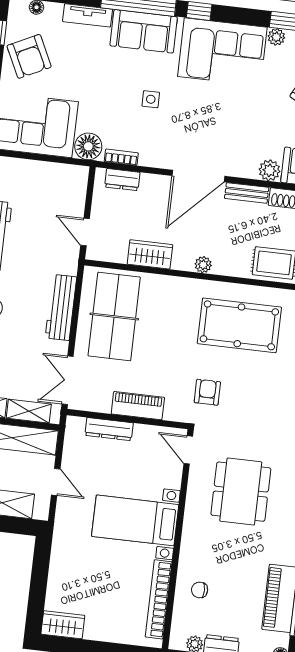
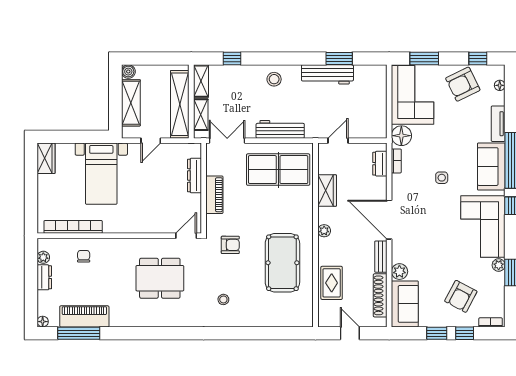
stool: (279, 410) -> (223, 299), added
bed with nightstands: (135, 520) -> (101, 174), moved, turned 180

